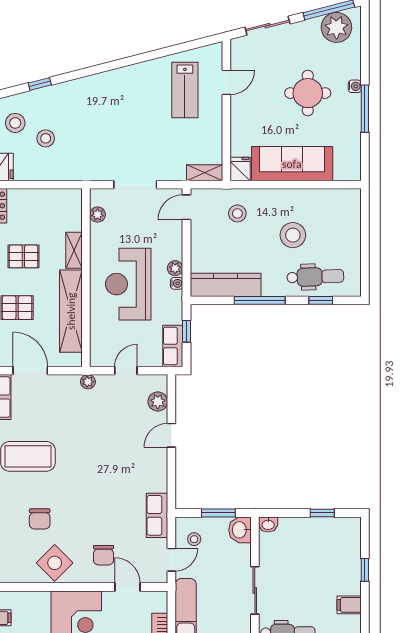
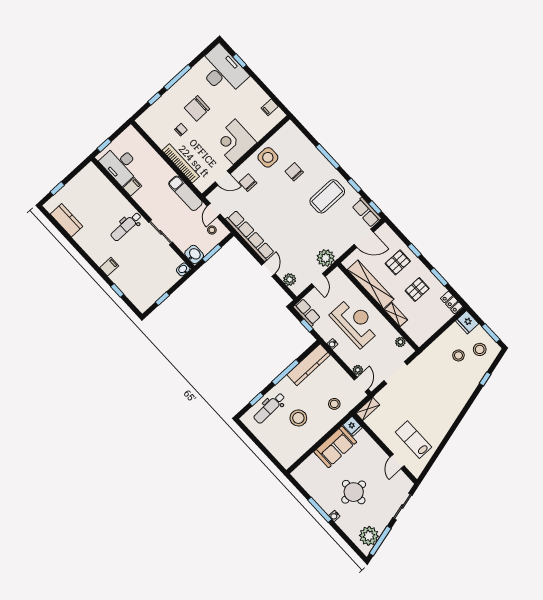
sofa: (292, 164) -> (335, 447), width x0.73
plant: (175, 268) -> (358, 370), moved
plant: (88, 382) -> (326, 258), width x1.88, depth x1.88
row of seats: (157, 515) -> (250, 236), width x2.02
side table: (55, 563) -> (268, 157), turned 45

